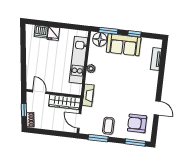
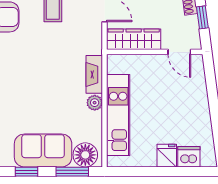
fireplace: (88, 95) -> (94, 74), moved

